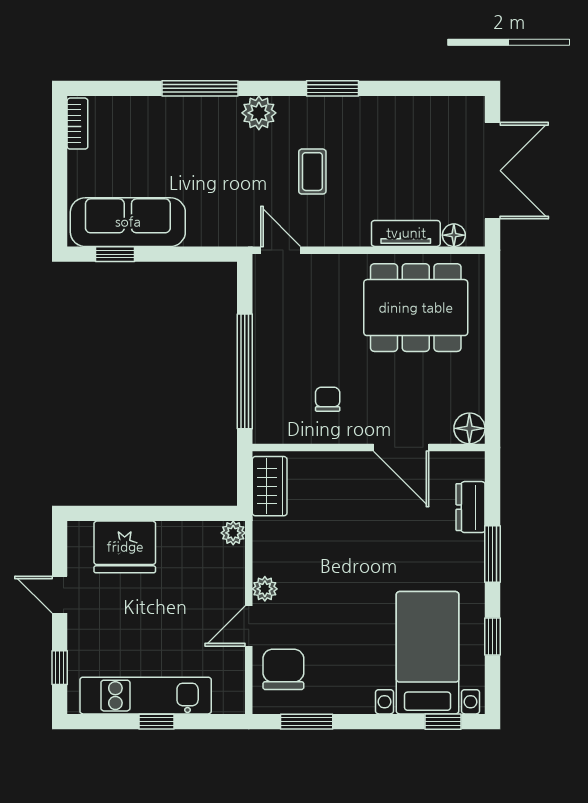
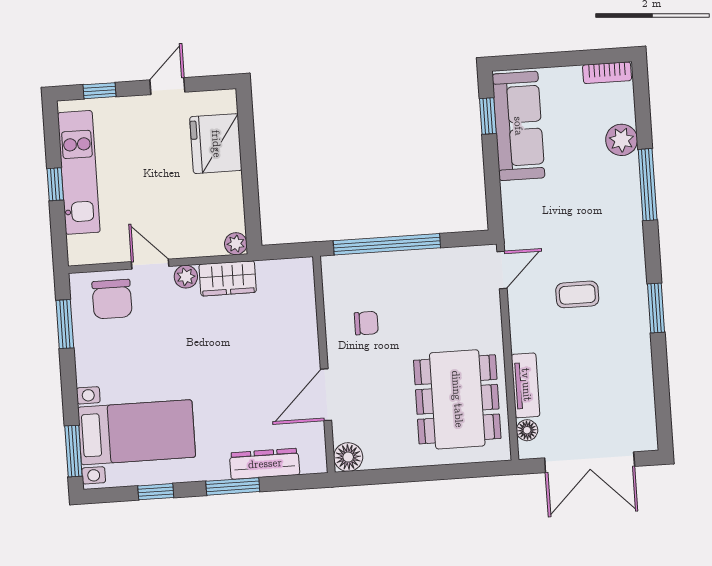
plant: (259, 113) -> (622, 140), moved
wardrobe: (270, 486) -> (228, 278), moved
dresser: (471, 507) -> (265, 464), width x1.44
chair: (283, 669) -> (112, 299), turned 90
window: (443, 722) -> (73, 451), width x1.50

